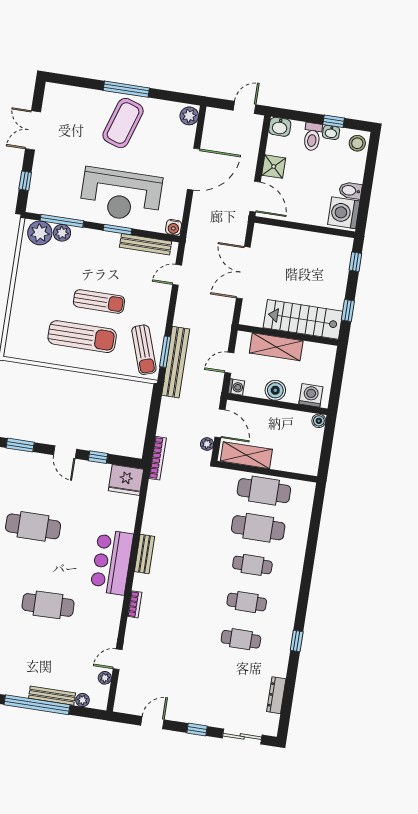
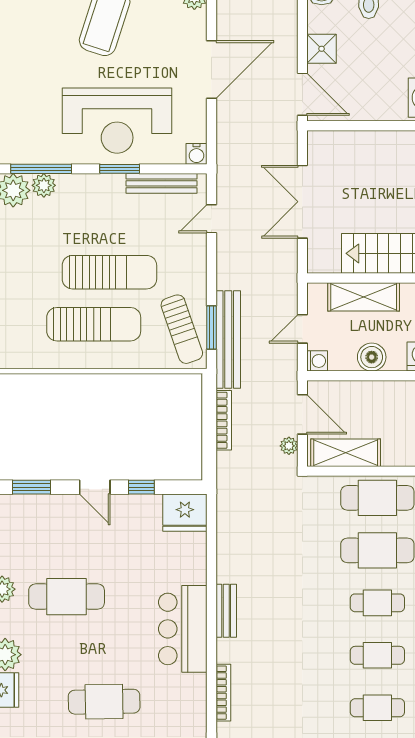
sun lounger: (99, 301) -> (109, 272), width x1.36, depth x1.34
bookcase: (158, 458) -> (224, 420), moved
bookcase: (135, 604) -> (223, 693), width x1.56

